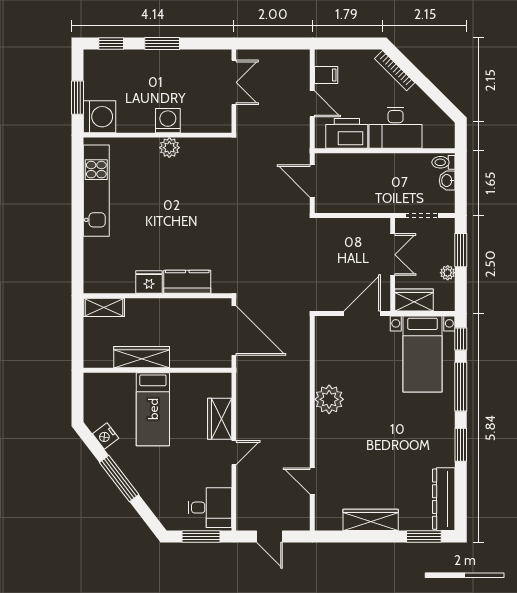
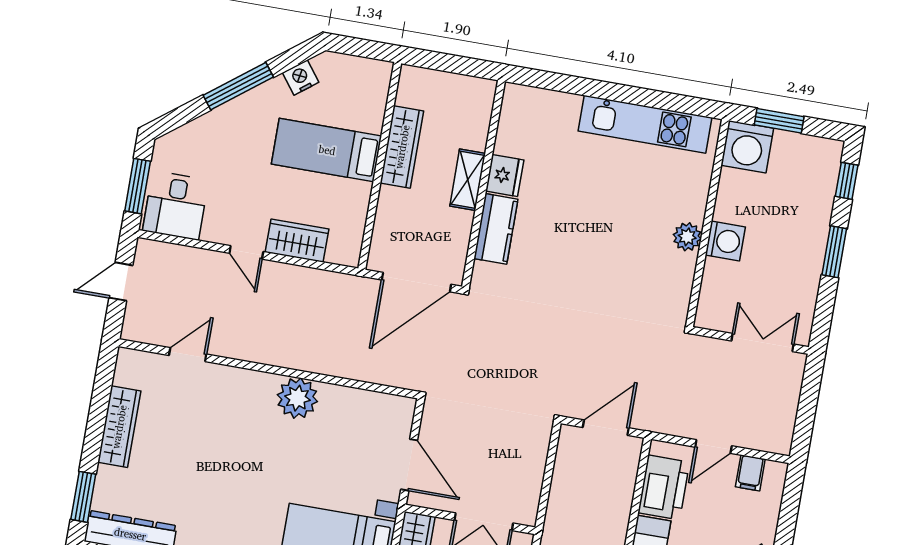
double door: (234, 82) -> (762, 342), swing flipped
shelving: (104, 307) -> (468, 180), moved

